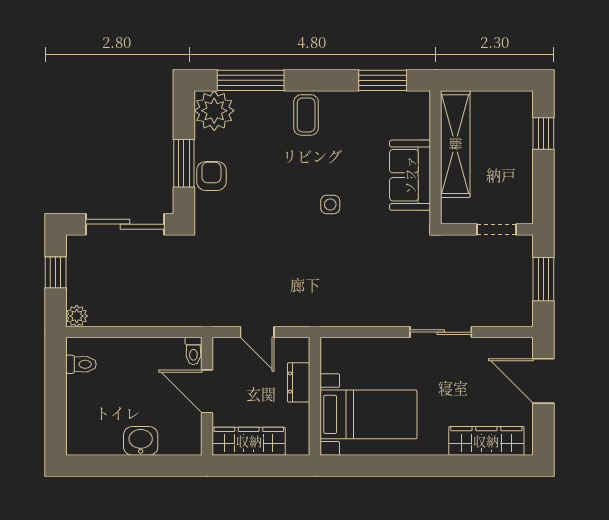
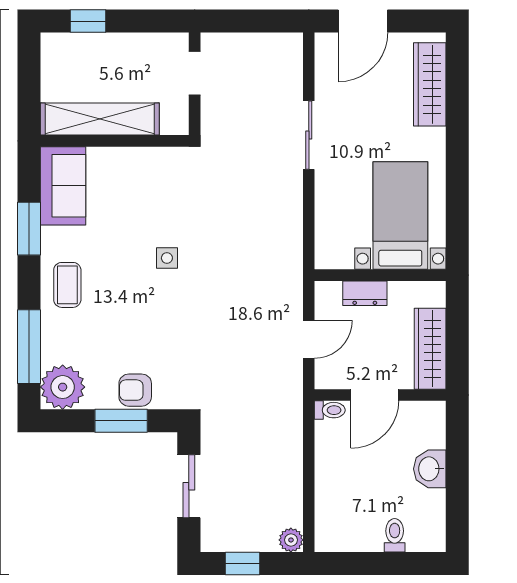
window: (383, 80) -> (29, 229), moved
coffee table: (306, 115) -> (67, 285), turned 90
sofa: (410, 175) -> (63, 186), moved, turned -90
sliding door: (125, 224) -> (189, 486), width x0.73
window: (543, 279) -> (250, 21), removed
toilet: (81, 364) -> (395, 535), moved

